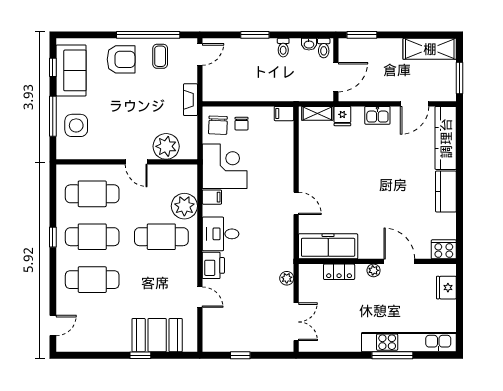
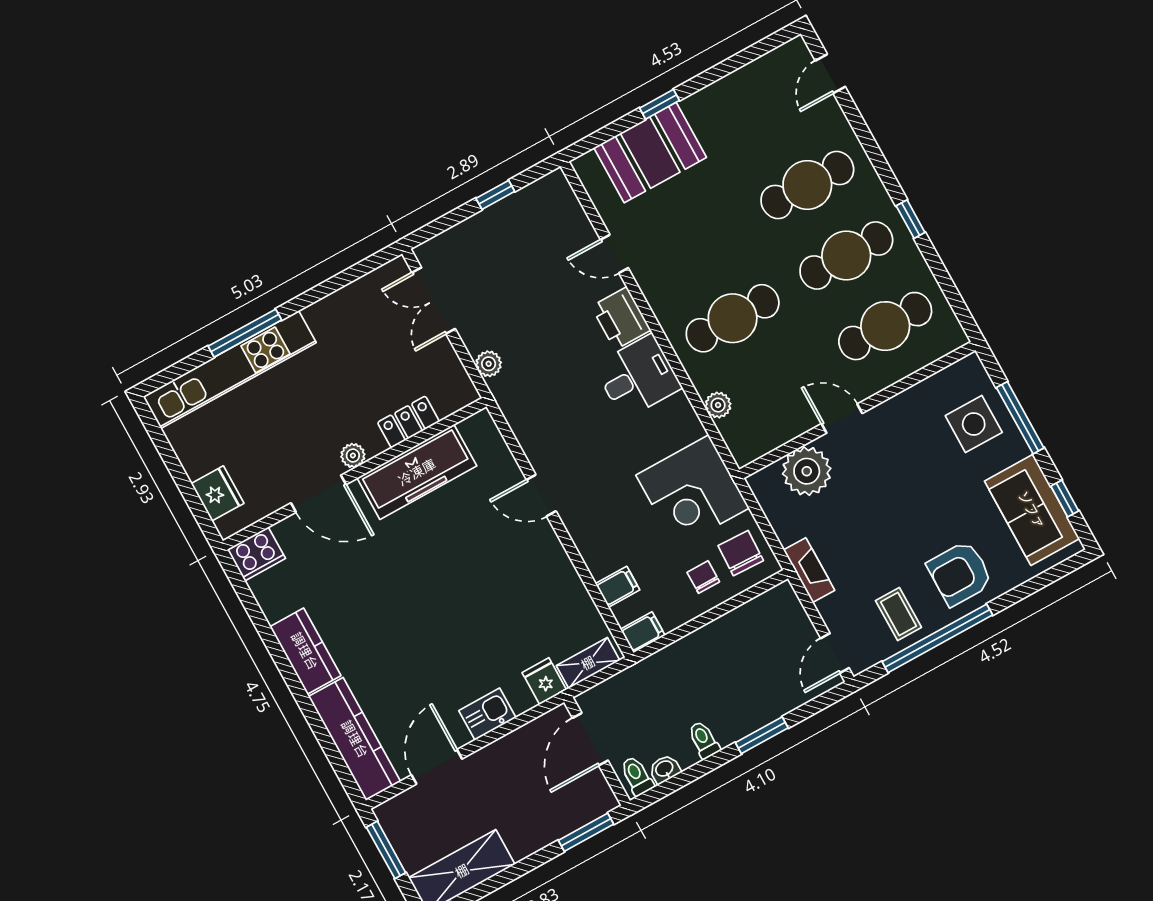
filing cabinet: (212, 197) -> (618, 587), moved, turned 180
plant: (184, 206) -> (718, 405), width x0.53, depth x0.53
freezer: (328, 246) -> (417, 472), moved

